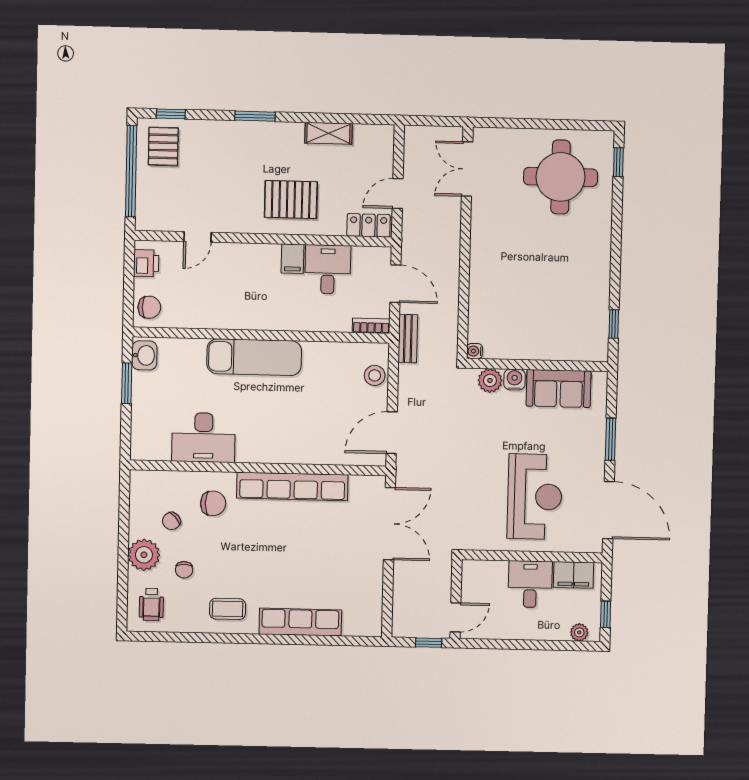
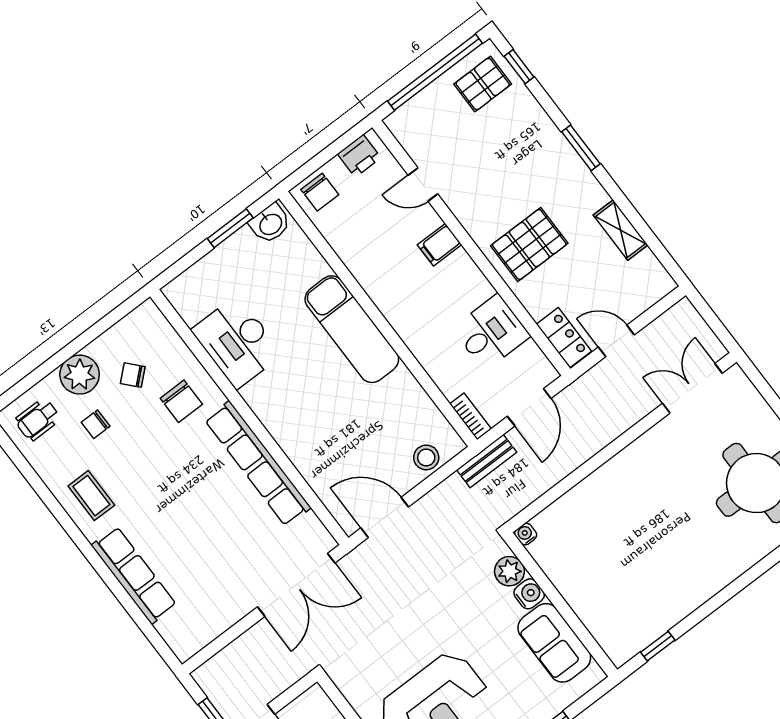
pallet: (291, 200) -> (529, 244), turned 90
filing cabinet: (293, 259) -> (439, 245), moved

